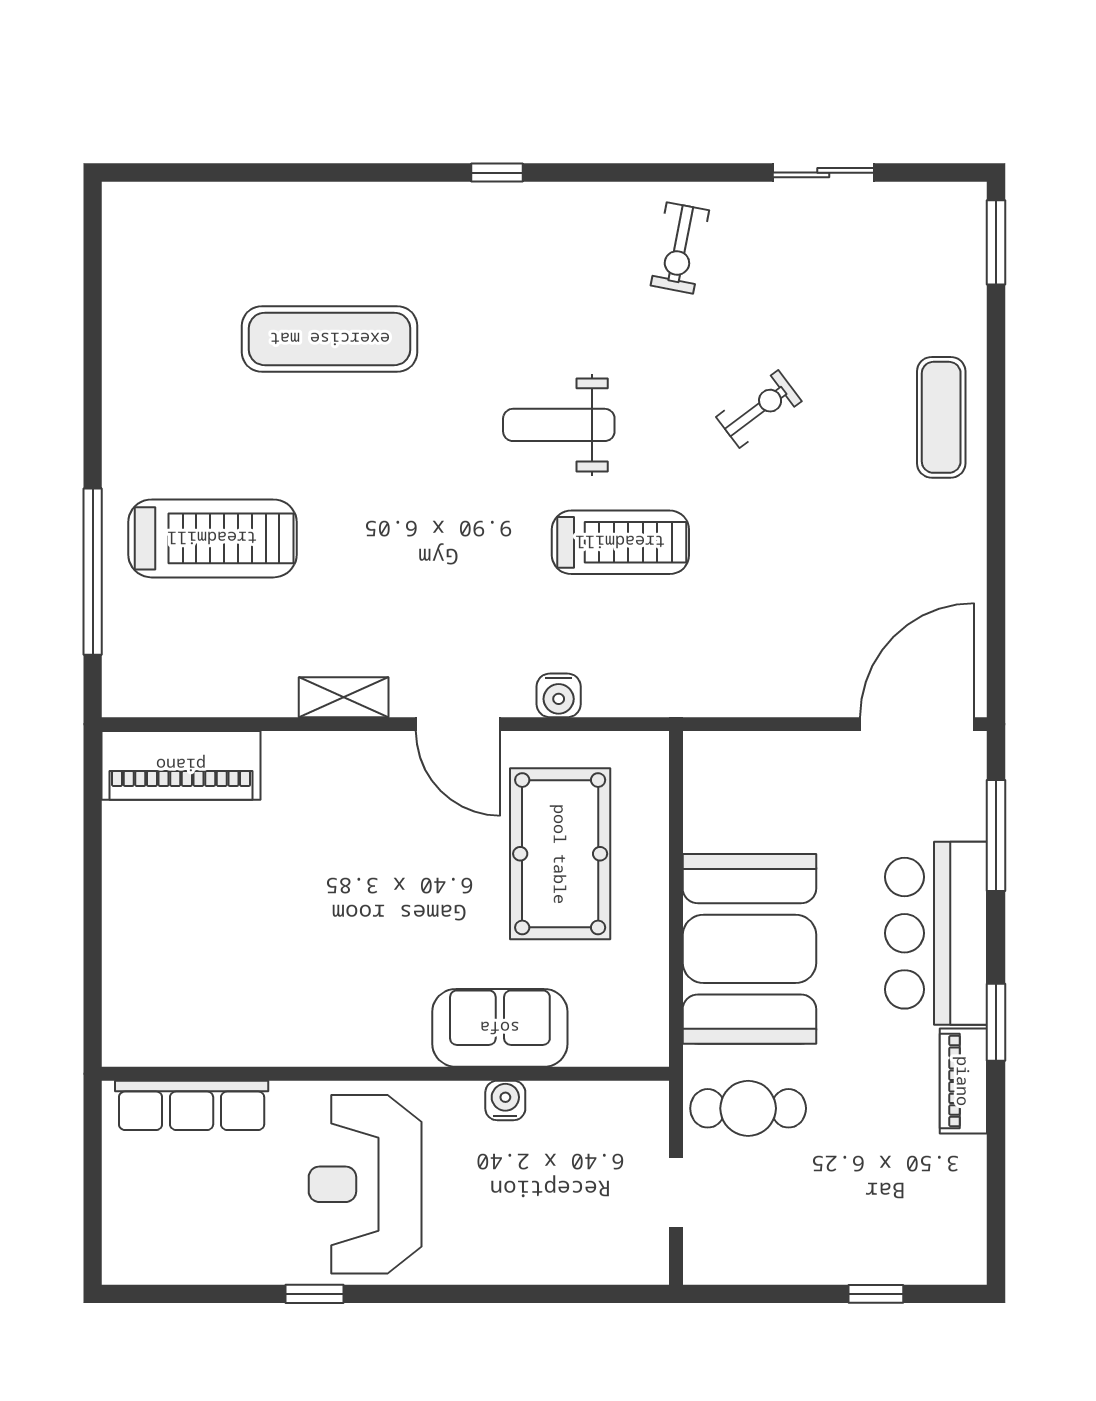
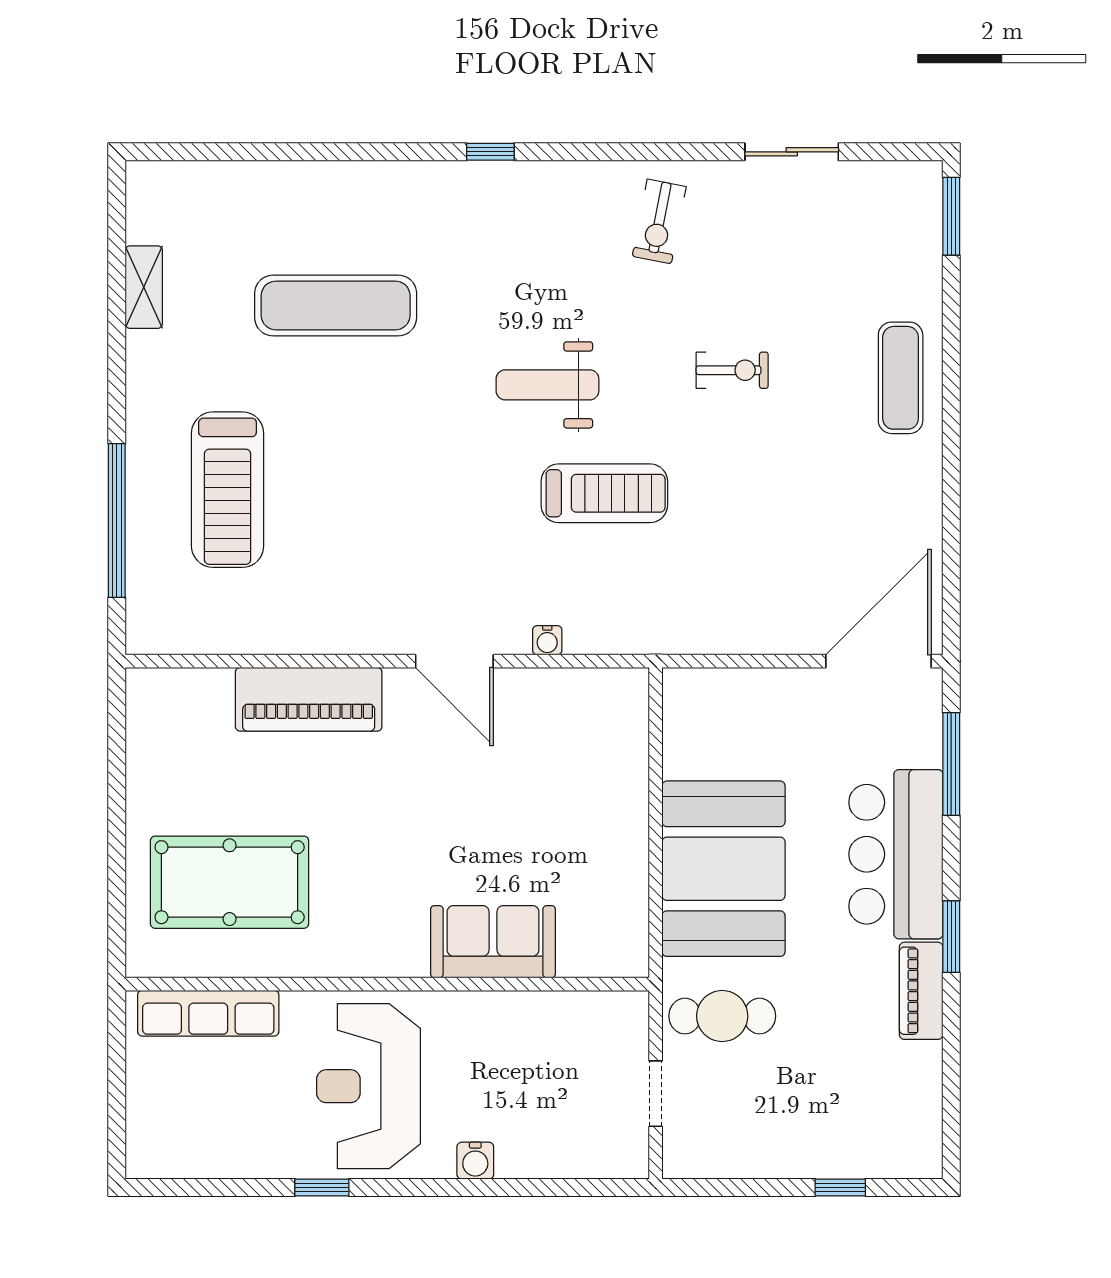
exercise bike: (759, 409) -> (732, 370), turned 37
treadmill: (212, 538) -> (228, 490), turned 90
water cooler: (559, 695) -> (547, 640), width x0.72, depth x0.72
shelving: (344, 697) -> (144, 287), moved, turned 90
piano: (181, 765) -> (309, 699), moved
pool table: (560, 854) -> (230, 882), moved, turned 90
water cooler: (505, 1100) -> (475, 1161), moved, turned 180

